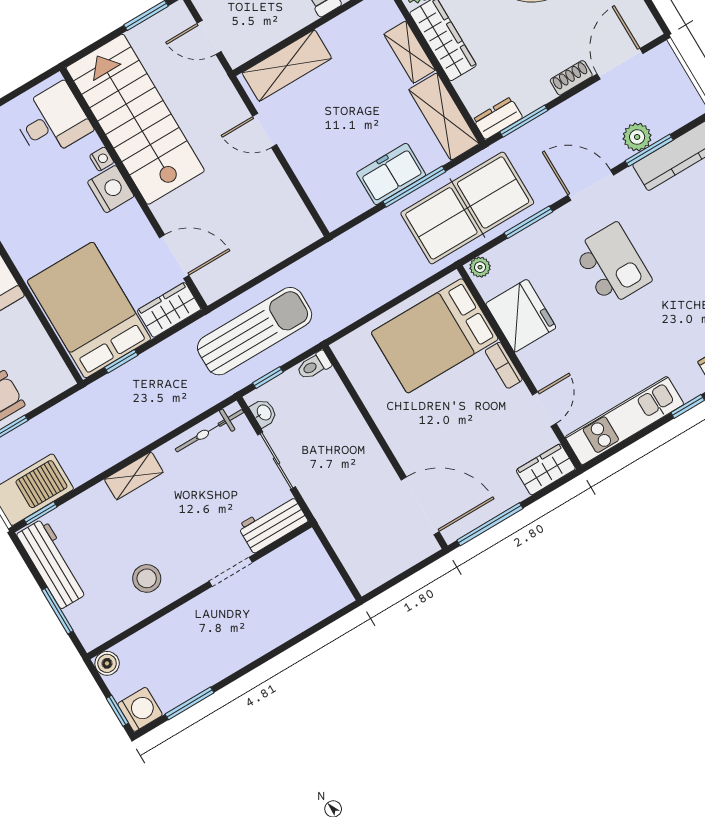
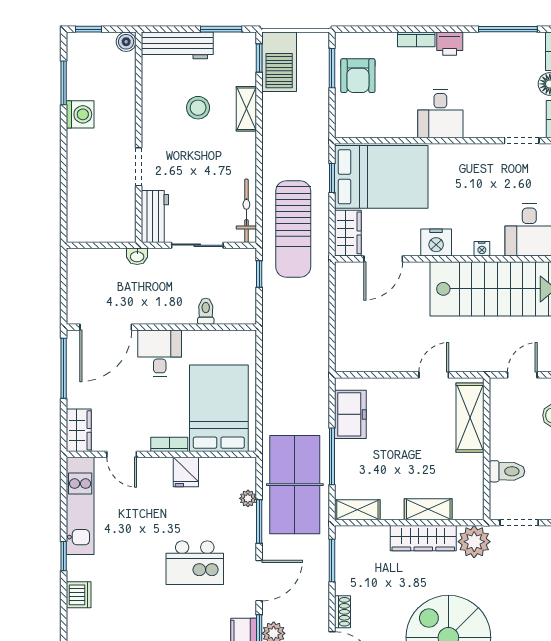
shelving: (444, 117) -> (357, 510), width x0.67, depth x0.75
dresser: (498, 118) -> (345, 543), removed
freezer: (391, 174) -> (350, 414), moved
nightstand: (111, 189) -> (436, 243), moved
plant: (480, 267) -> (248, 498), moved
fridge: (521, 316) -> (186, 472), width x0.53, depth x0.75
sun lounger: (255, 331) -> (293, 229), moved
toilet: (314, 366) -> (206, 311), moved
washbasin: (264, 413) -> (137, 256), moved
desk: (414, 433) -> (160, 353), added
shelving: (134, 476) -> (246, 109), moved
workbench: (53, 563) -> (177, 45), moved
stool: (147, 578) -> (198, 108), moved
window: (58, 611) -> (221, 29), moved
washing machine: (140, 709) -> (80, 114), moved, turned -90

